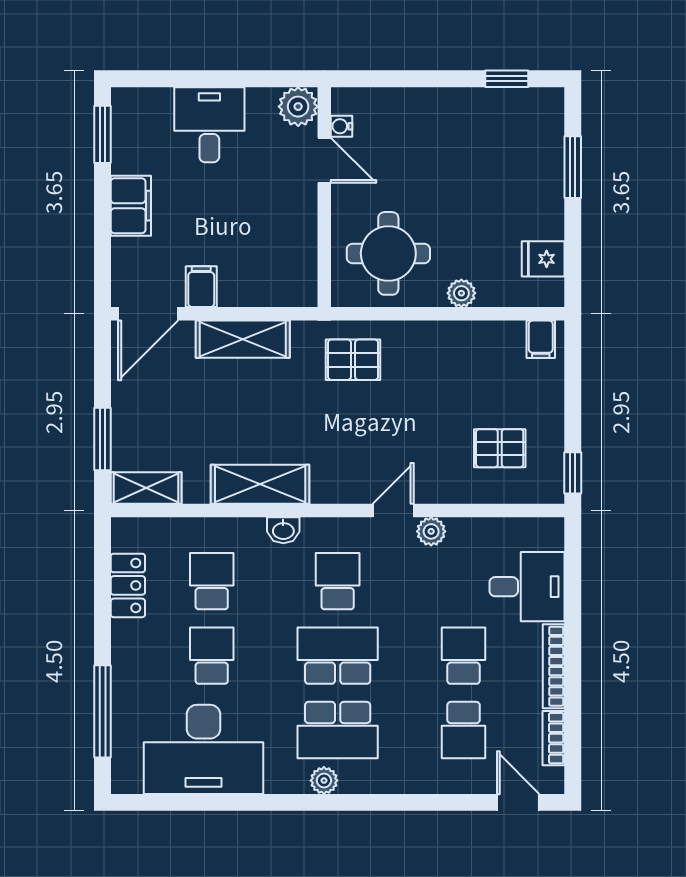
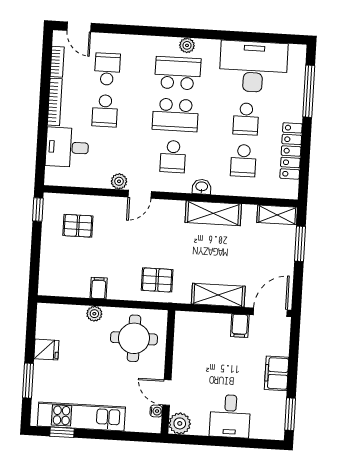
kitchen unit: (474, 109) -> (81, 417), added
fridge: (543, 259) -> (46, 350), moved
filing cabinet: (541, 339) -> (99, 288), moved
locker: (128, 585) -> (291, 151), width x1.53

